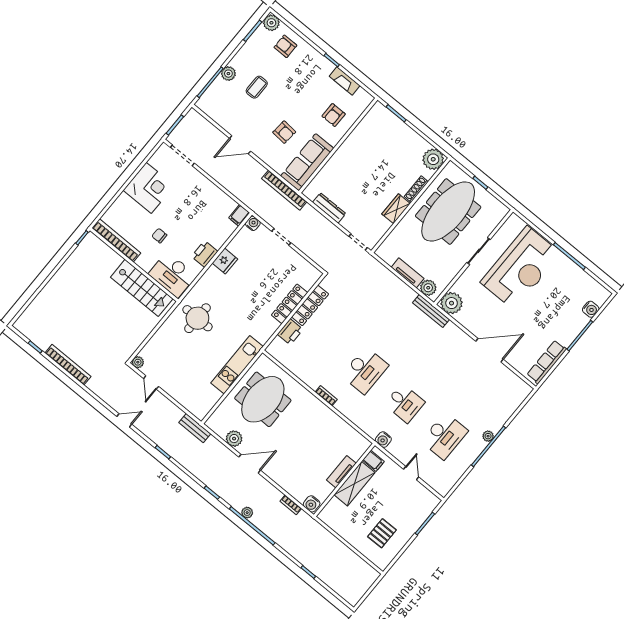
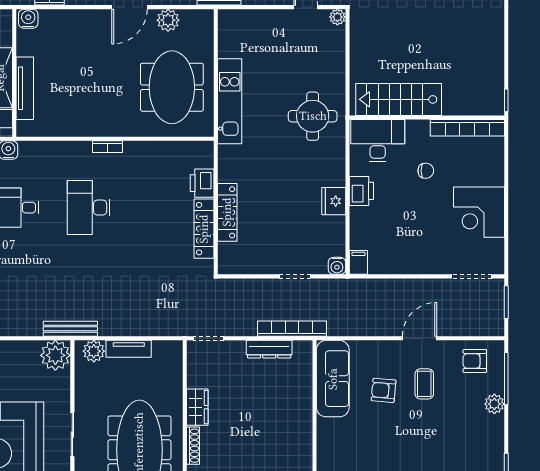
coffee table: (257, 87) -> (424, 384), moved
armchair: (334, 115) -> (475, 361), moved, turned -90
bookcase: (284, 190) -> (292, 329), moved
tv unit: (341, 472) -> (25, 88), width x1.41

